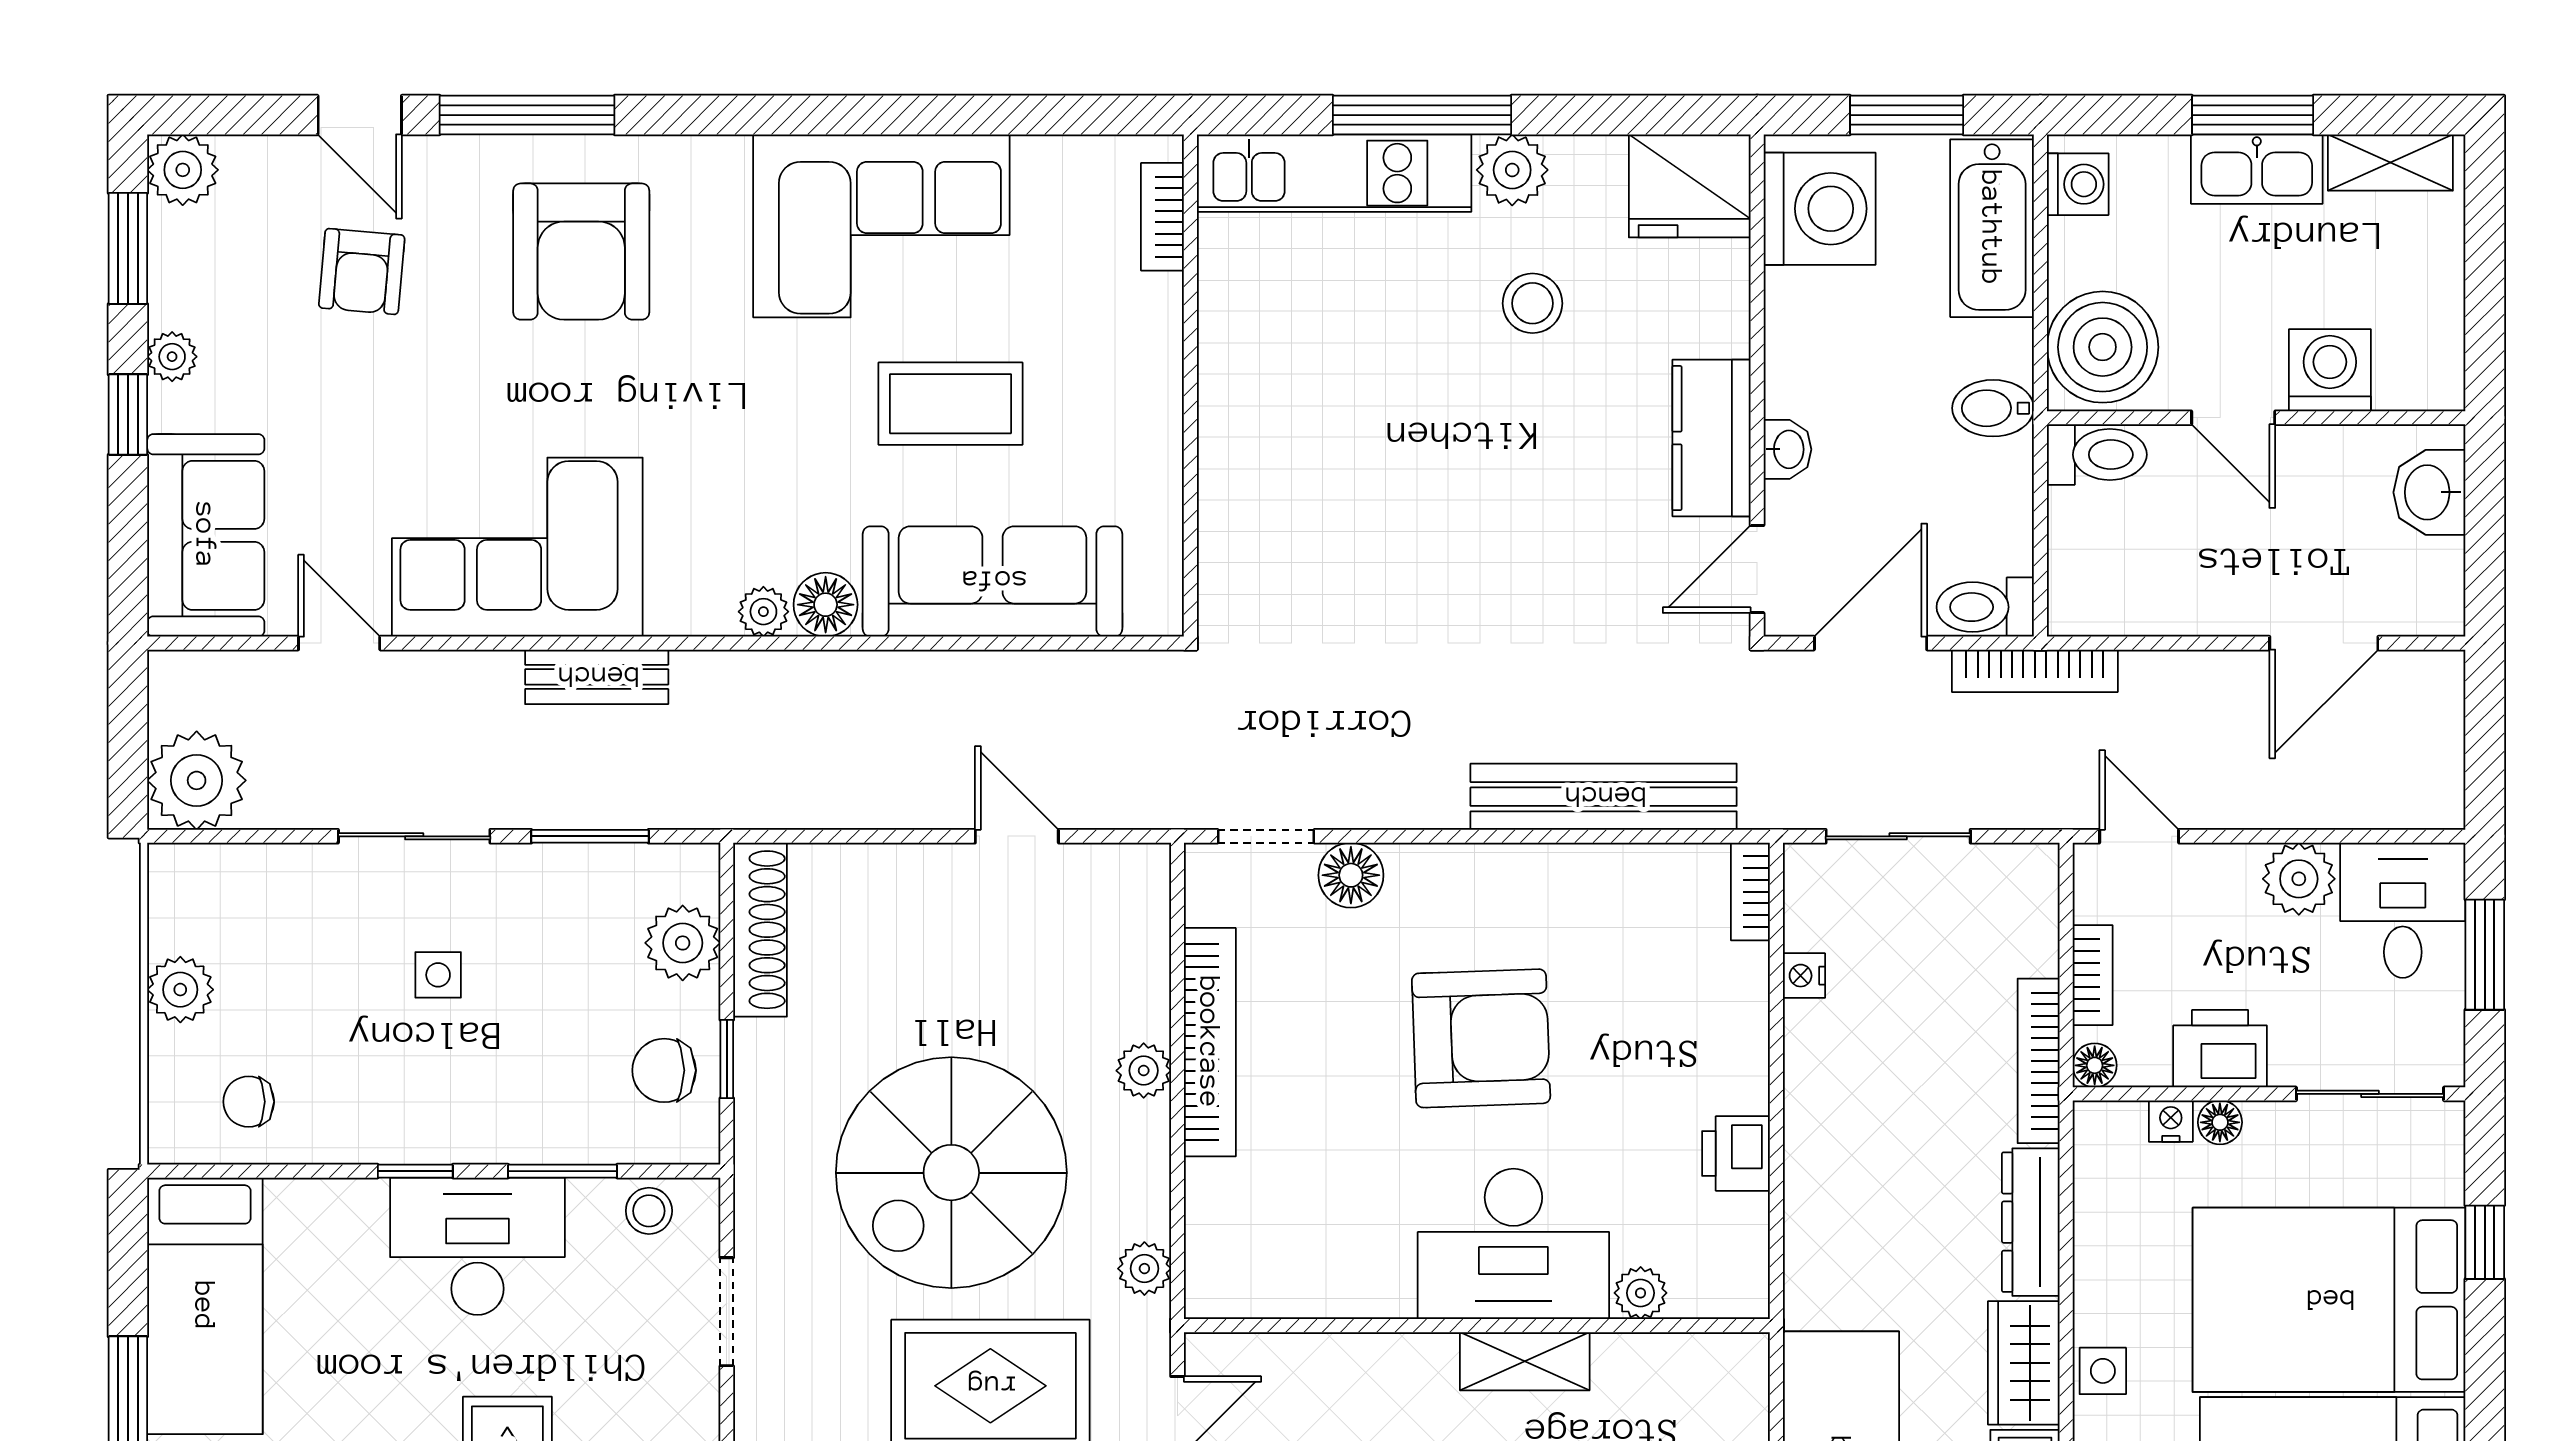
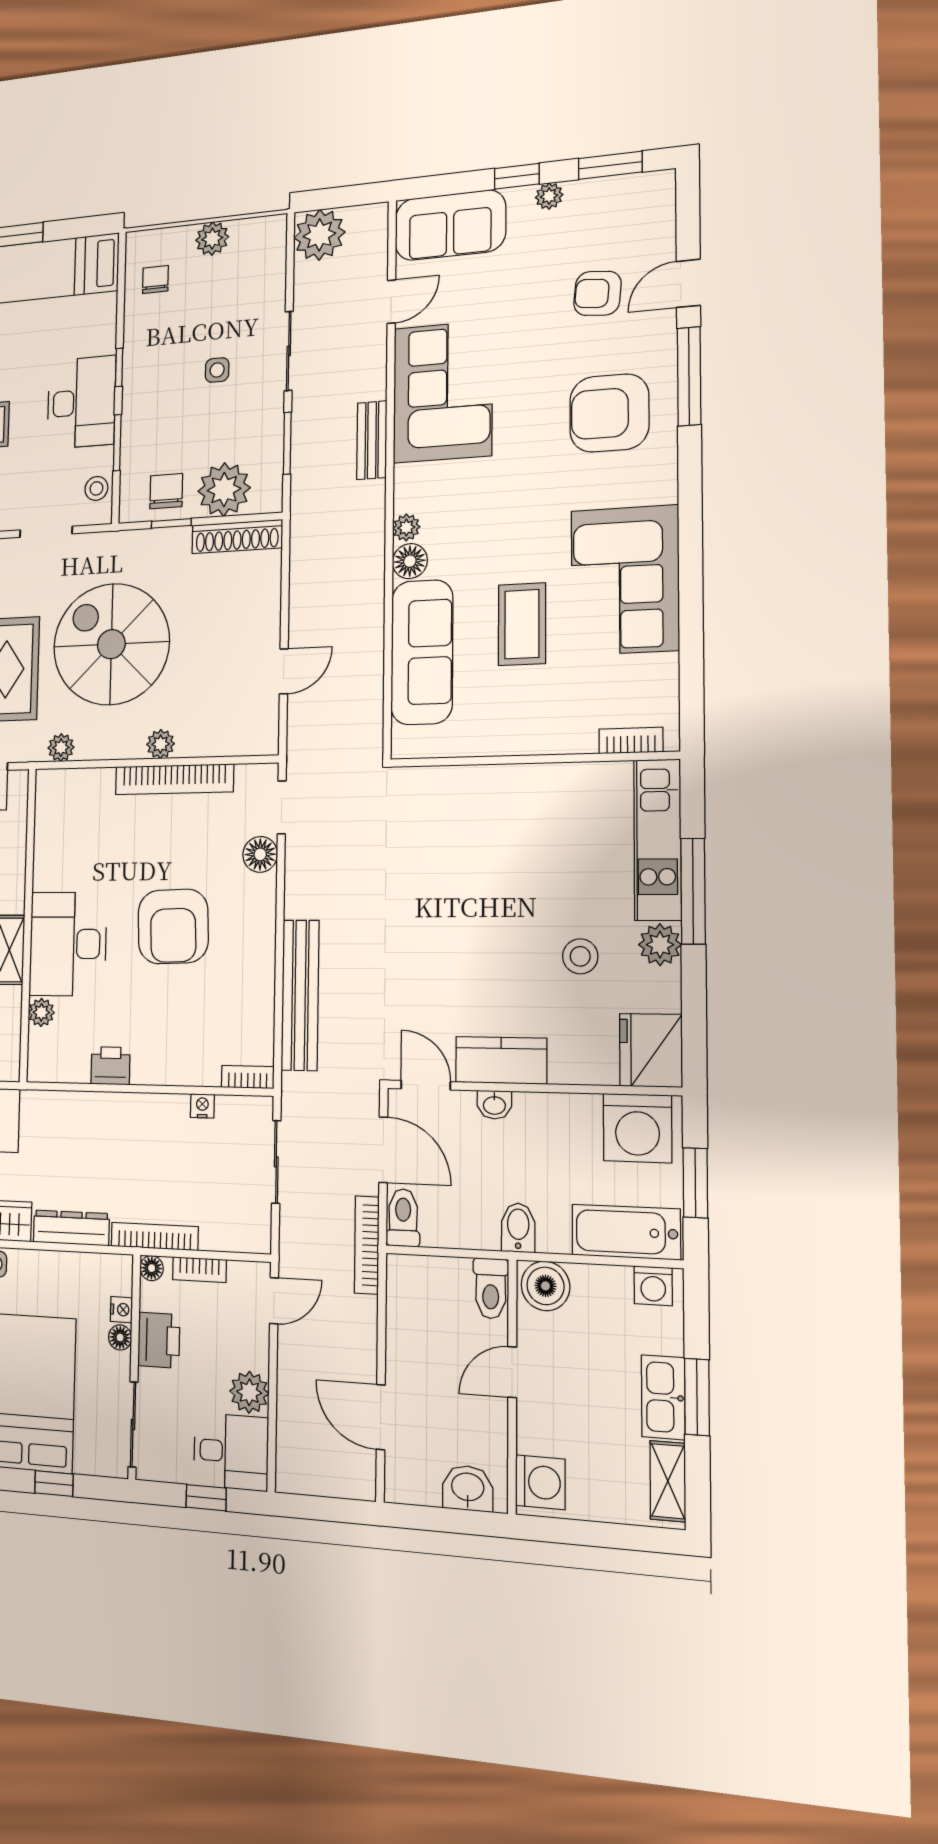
plant: (183, 170) -> (656, 190), removed
boiler: (2103, 347) -> (545, 1286), width x0.73, depth x0.73
washing machine: (2330, 370) -> (540, 1482), moved
plant: (683, 943) -> (224, 490), width x1.36, depth x1.36
window: (2485, 955) -> (206, 1498), width x0.67

